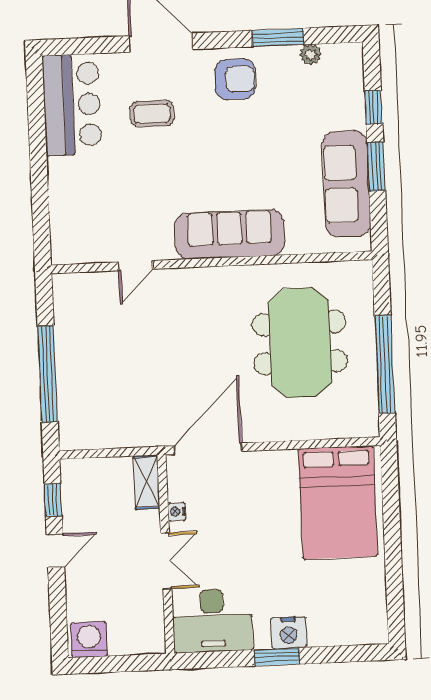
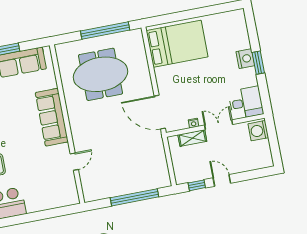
door: (135, 266) -> (74, 162), hinge flipped
shelving: (147, 482) -> (192, 138), moved
desk: (212, 621) -> (246, 103), width x0.73
washing machine: (89, 639) -> (258, 131), moved

